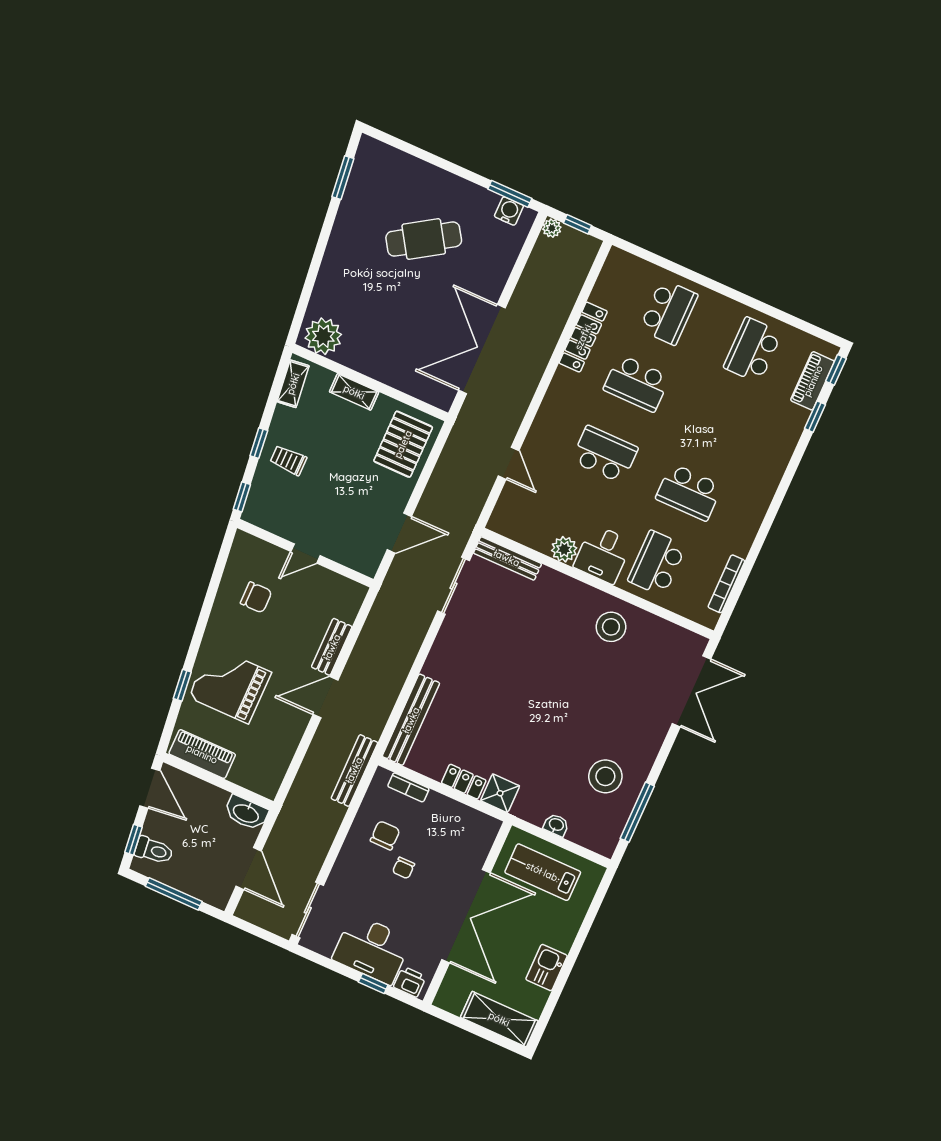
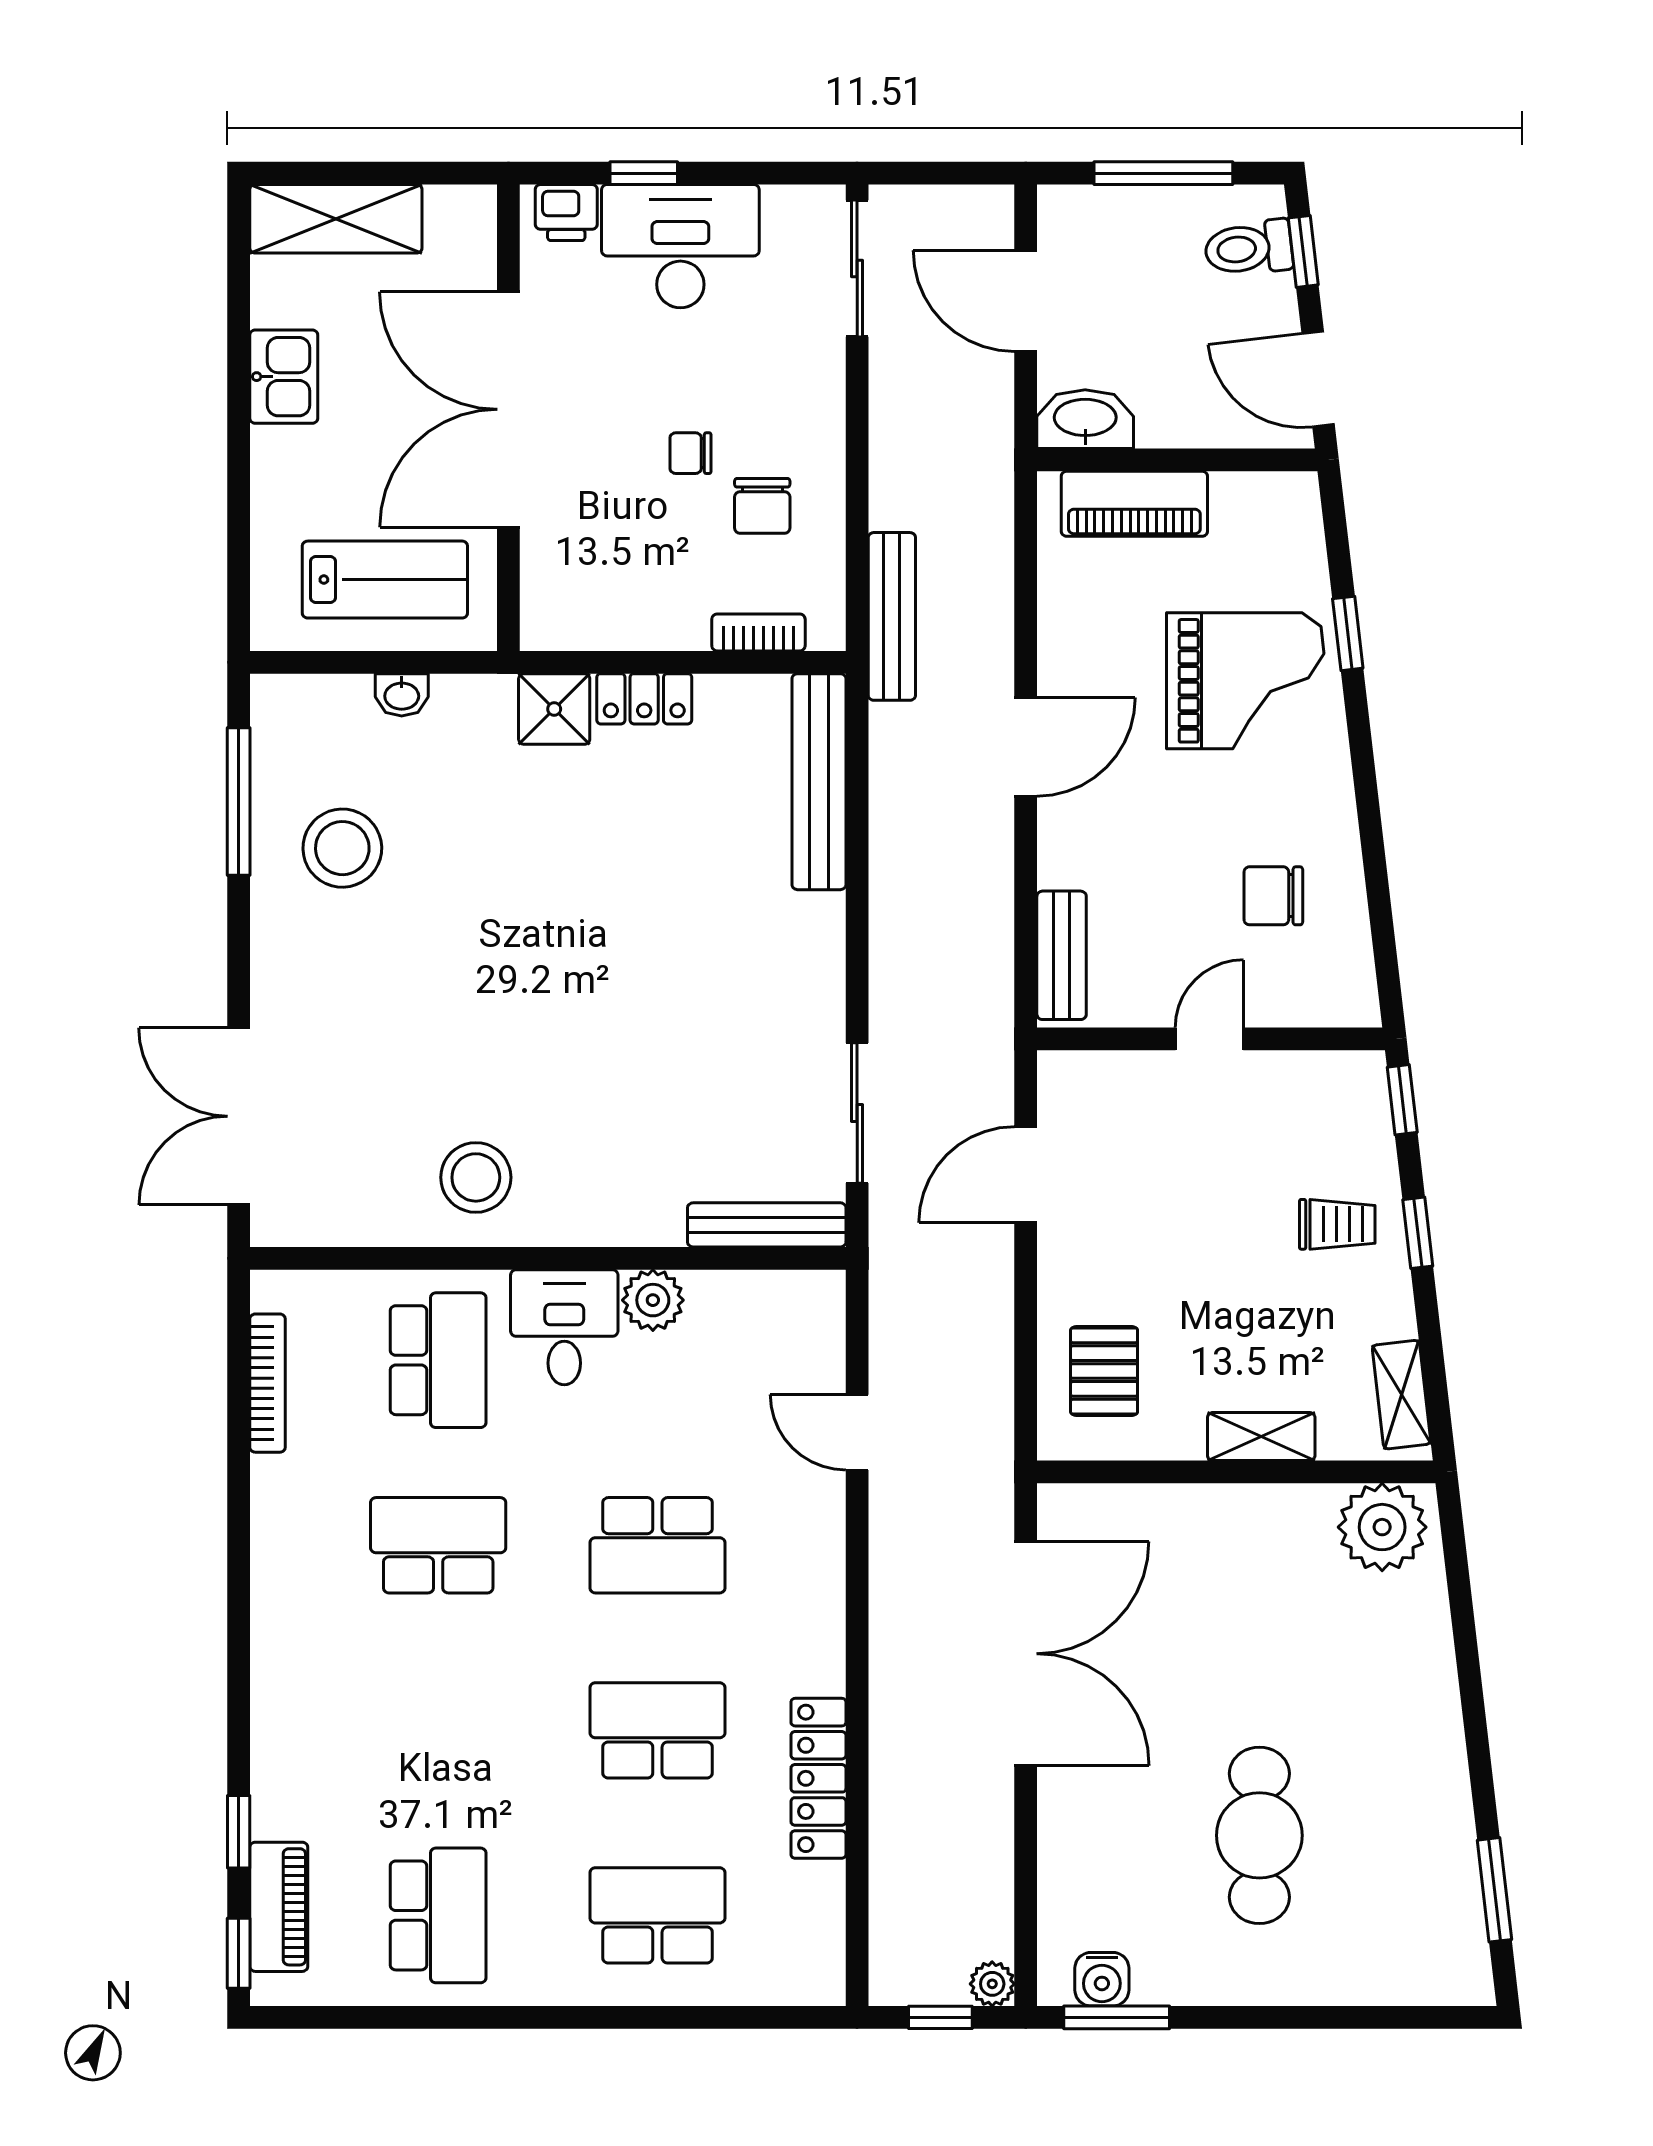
cafe table: (424, 239) -> (1259, 1835), turned -57
school desk: (669, 312) -> (657, 1915), turned 90
pallet: (403, 444) -> (1104, 1371), width x0.67, depth x0.71
bench: (332, 647) -> (1062, 955), moved
piano: (202, 754) -> (1134, 504), moved
chair: (404, 868) -> (691, 453), turned -90

